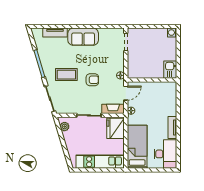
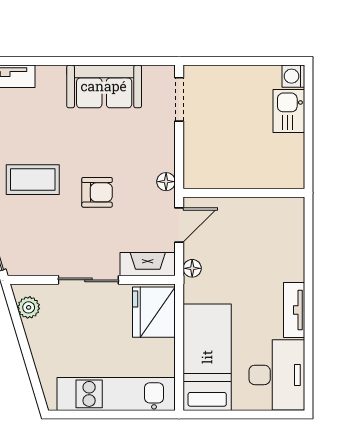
sofa: (83, 37) -> (104, 86), moved
kitchen sink: (170, 70) -> (289, 111), moved

